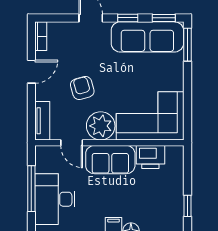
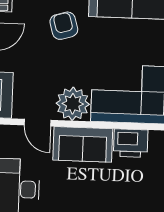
armchair: (82, 88) -> (64, 26), moved

